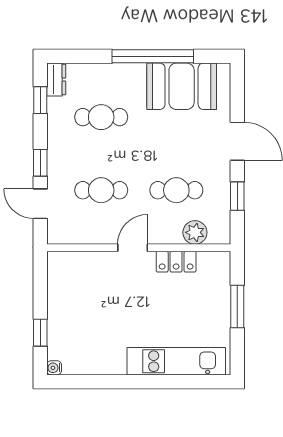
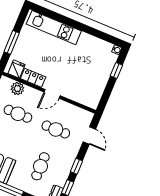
cafe table: (101, 117) -> (40, 166), turned 90
window: (40, 163) -> (77, 166), moved
fridge: (210, 265) -> (16, 69), added

